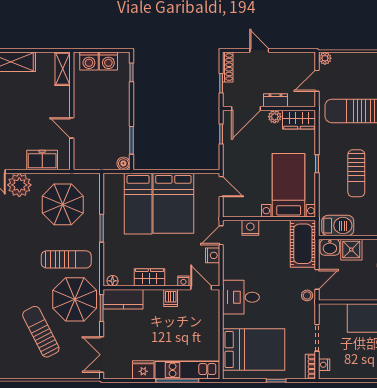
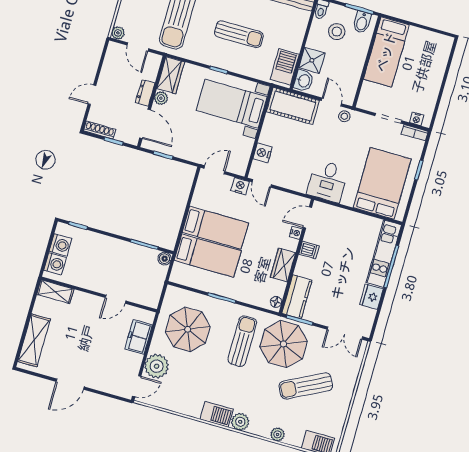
bed: (173, 203) -> (215, 228), width x0.67
nightstand: (213, 255) -> (240, 186), moved

